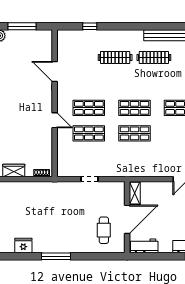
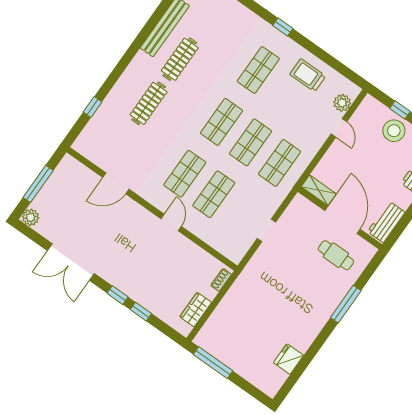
door: (55, 120) -> (171, 223), hinge flipped
shop shelf: (134, 159) -> (279, 163), added
window: (56, 256) -> (346, 304), moved

